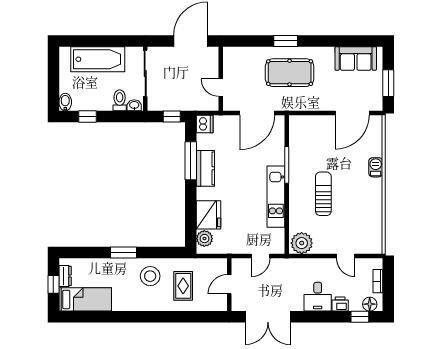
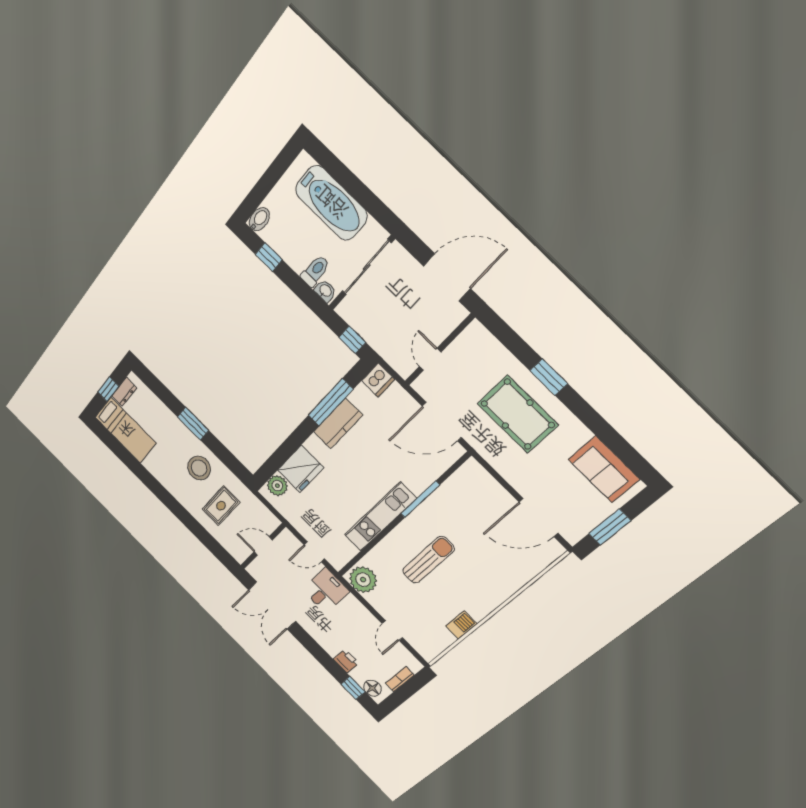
barbecue: (376, 167) -> (461, 625), moved
desk: (318, 297) -> (326, 590), moved, turned 180

